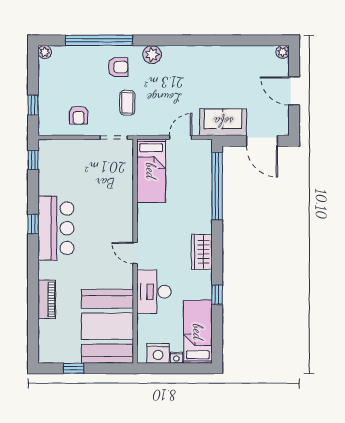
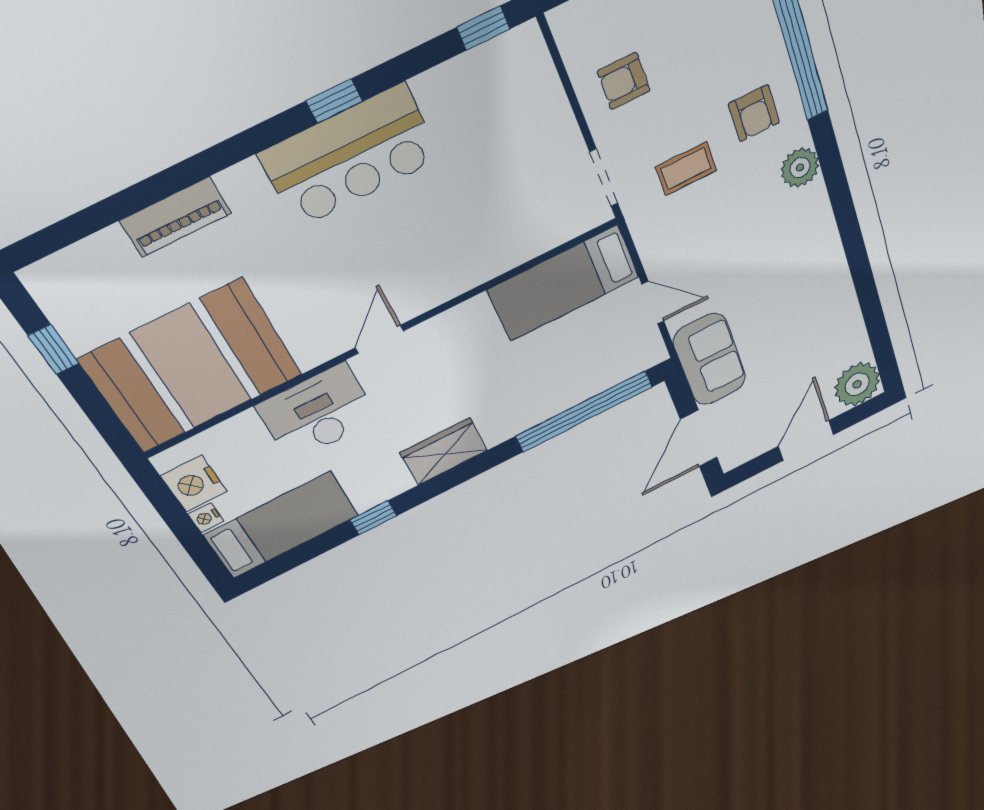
plant: (283, 52) -> (857, 384), width x1.87, depth x1.87

